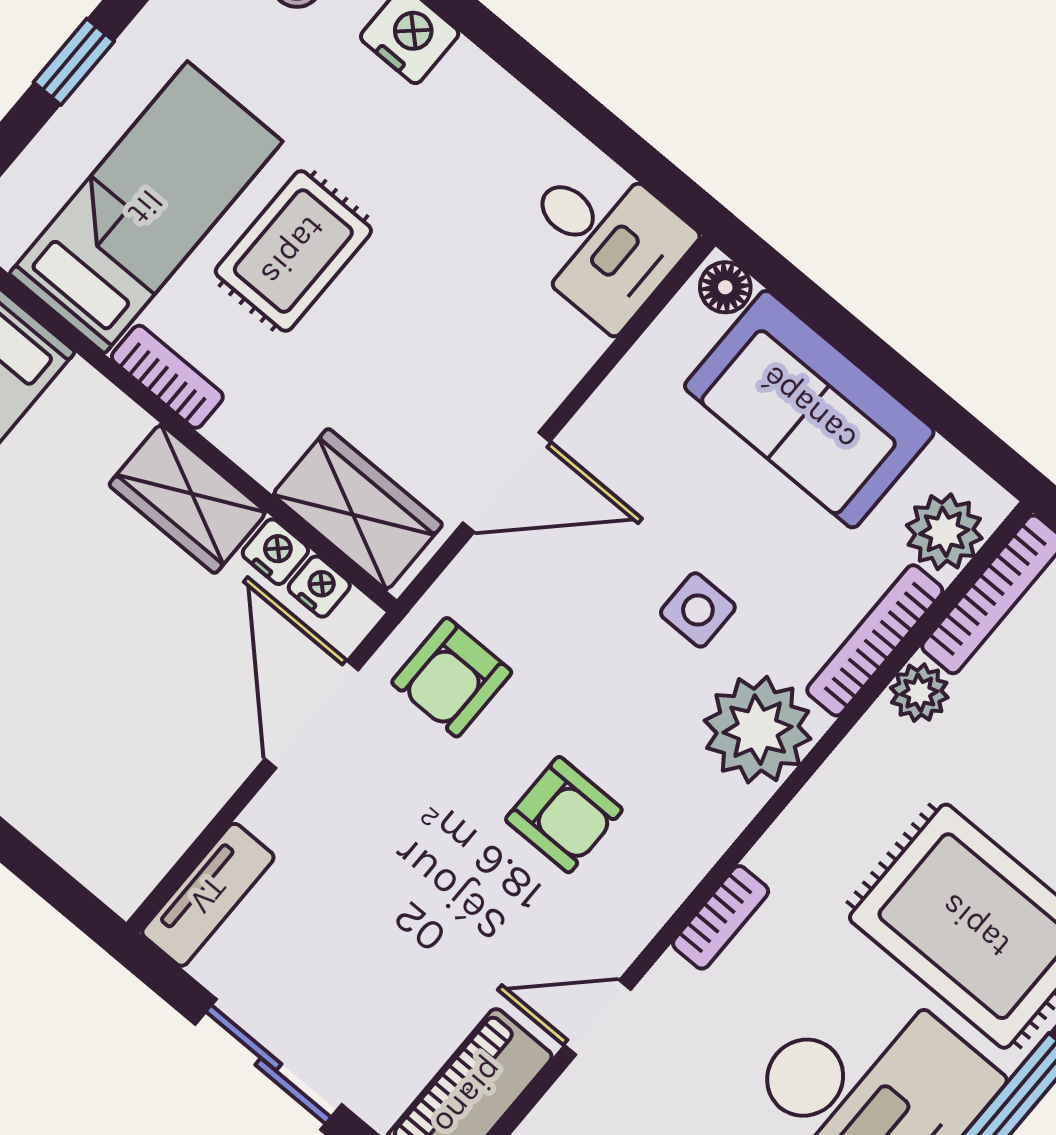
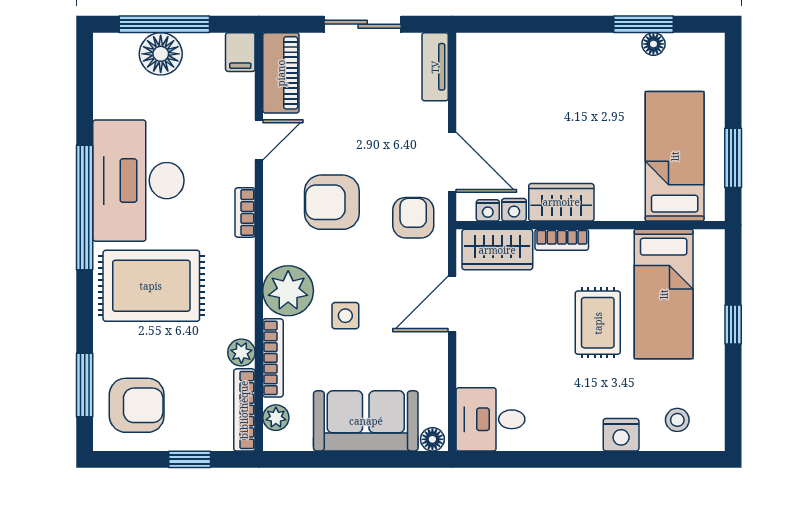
bookcase: (167, 377) -> (562, 240), moved
plant: (944, 532) -> (276, 418), width x0.73, depth x0.73
armchair: (564, 815) -> (332, 202), width x1.38, depth x1.38

